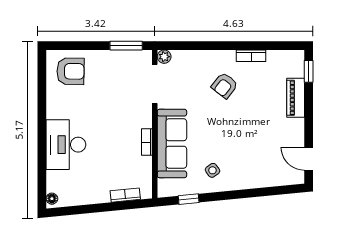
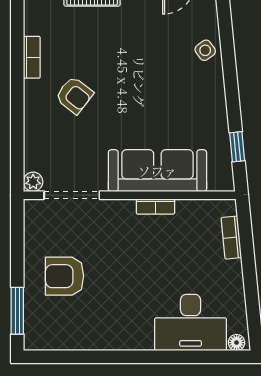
window: (126, 46) -> (17, 311), moved
armchair: (71, 71) -> (65, 276), moved, turned -91
desk: (66, 145) -> (191, 322), moved
side table: (212, 170) -> (205, 50), moved

